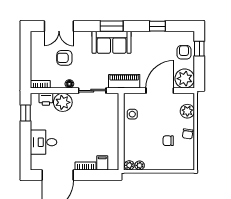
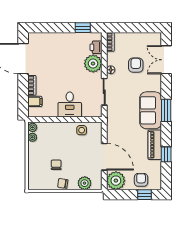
armchair: (184, 52) -> (141, 180), turned -90
piano: (124, 81) -> (155, 145), moved, turned 180
desk: (44, 142) -> (70, 104), moved, turned 180

